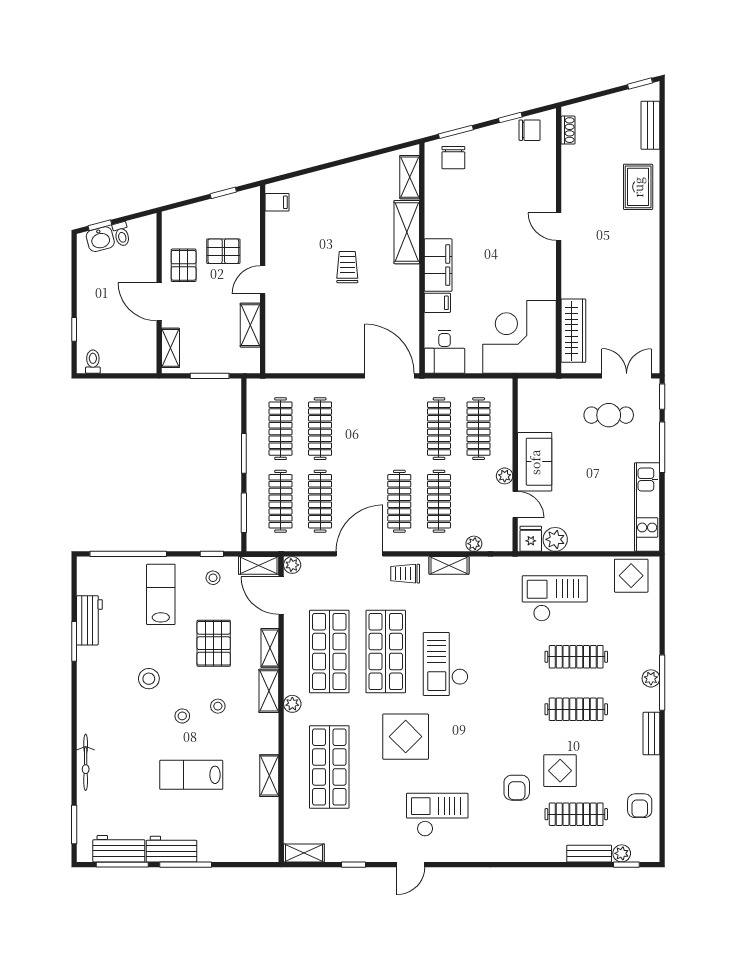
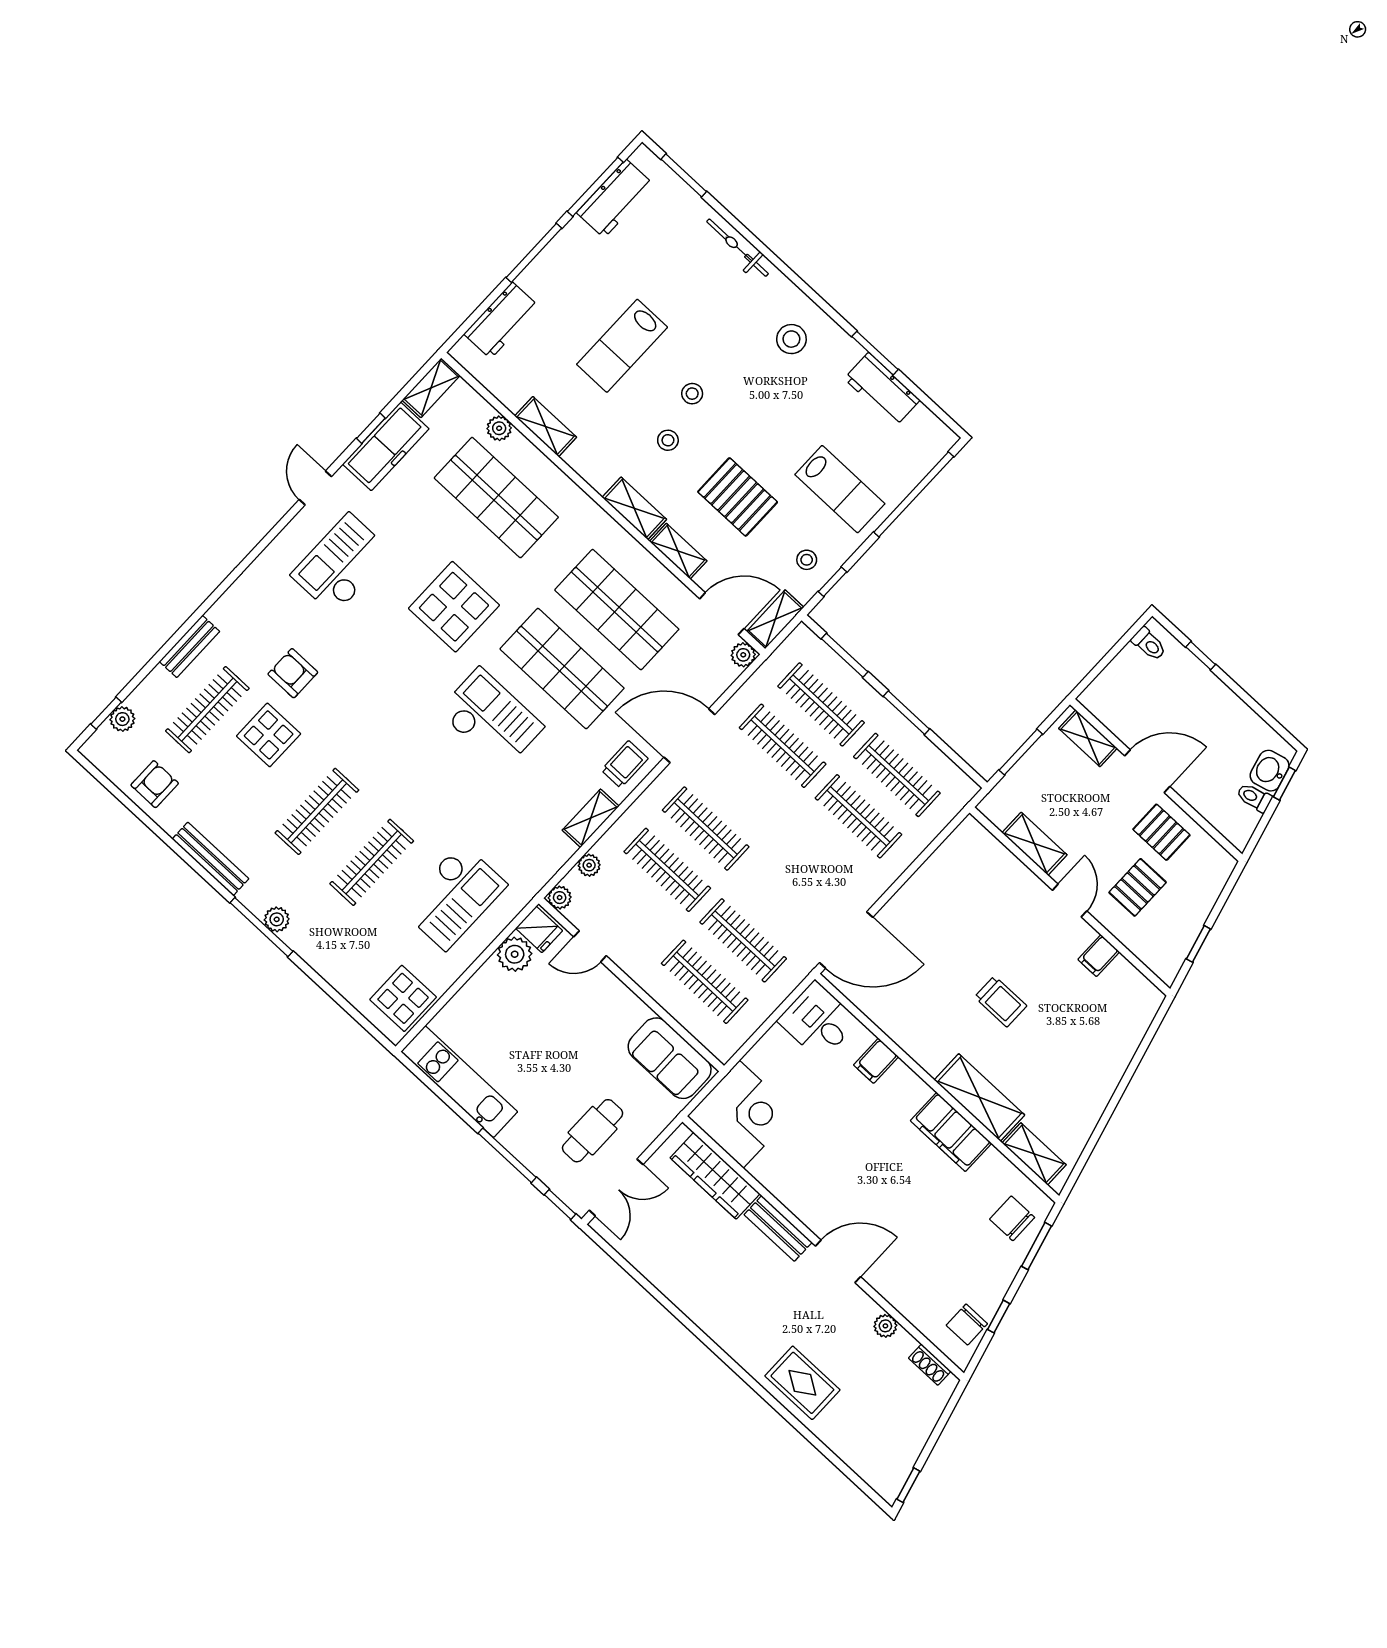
bench: (650, 125) -> (778, 1229), moved
plant: (569, 171) -> (885, 1326), added
filing cabinet: (277, 202) -> (1099, 956), moved
door: (559, 227) -> (838, 1261), width x1.38
filing cabinet: (438, 265) -> (951, 1132), moved
corner desk: (520, 337) -> (741, 1114), width x0.74, depth x0.74
sofa: (535, 462) -> (670, 1058), moved
plant: (505, 476) -> (560, 898), moved
door: (359, 554) -> (689, 736), swing flipped
stool: (149, 679) -> (791, 339), moved
plant: (292, 704) -> (499, 428), moved
bench: (651, 733) -> (210, 859), width x1.36
lab bench: (191, 775) -> (622, 346), turned 180
armchair: (640, 806) -> (155, 784), turned 90
checkout: (437, 815) -> (342, 564), turned 180
freezer: (356, 848) -> (386, 446), added
workbench: (172, 849) -> (501, 320), moved
bench: (589, 854) -> (189, 646), moved

